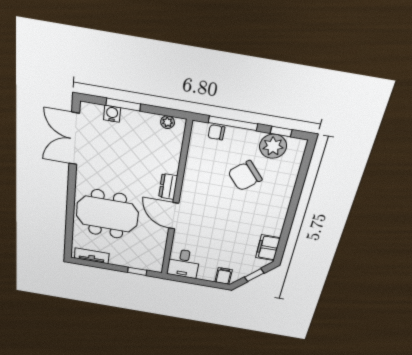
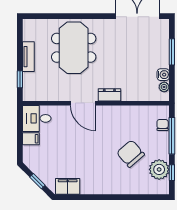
water cooler: (112, 114) -> (163, 75), moved
door: (174, 216) -> (83, 103), swing flipped
tv unit: (92, 256) -> (28, 57), moved
filing cabinet: (224, 276) -> (31, 139), moved

